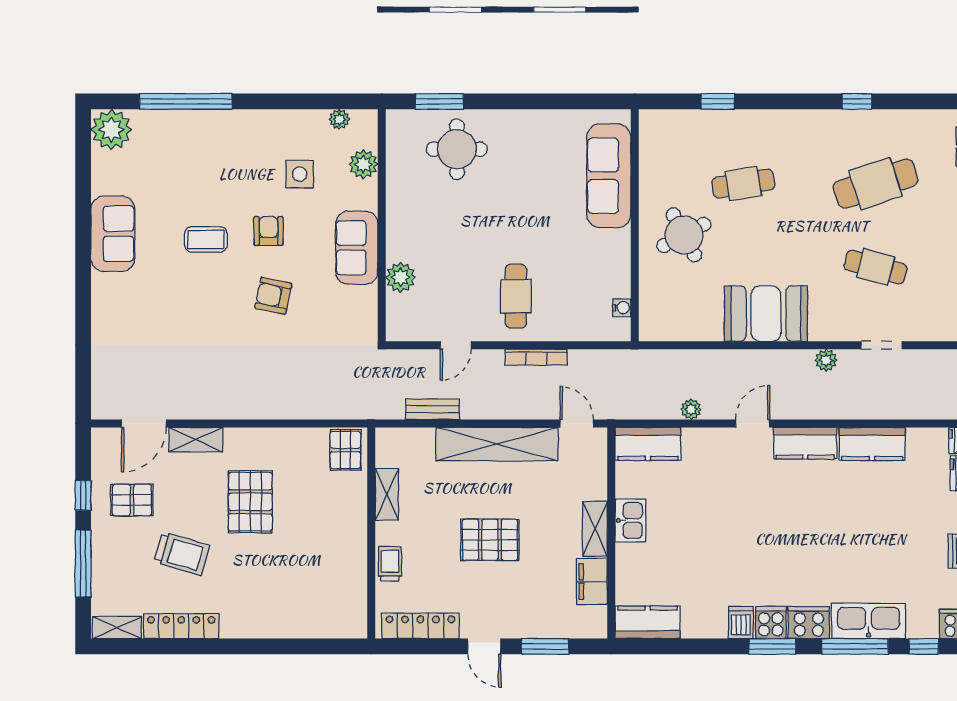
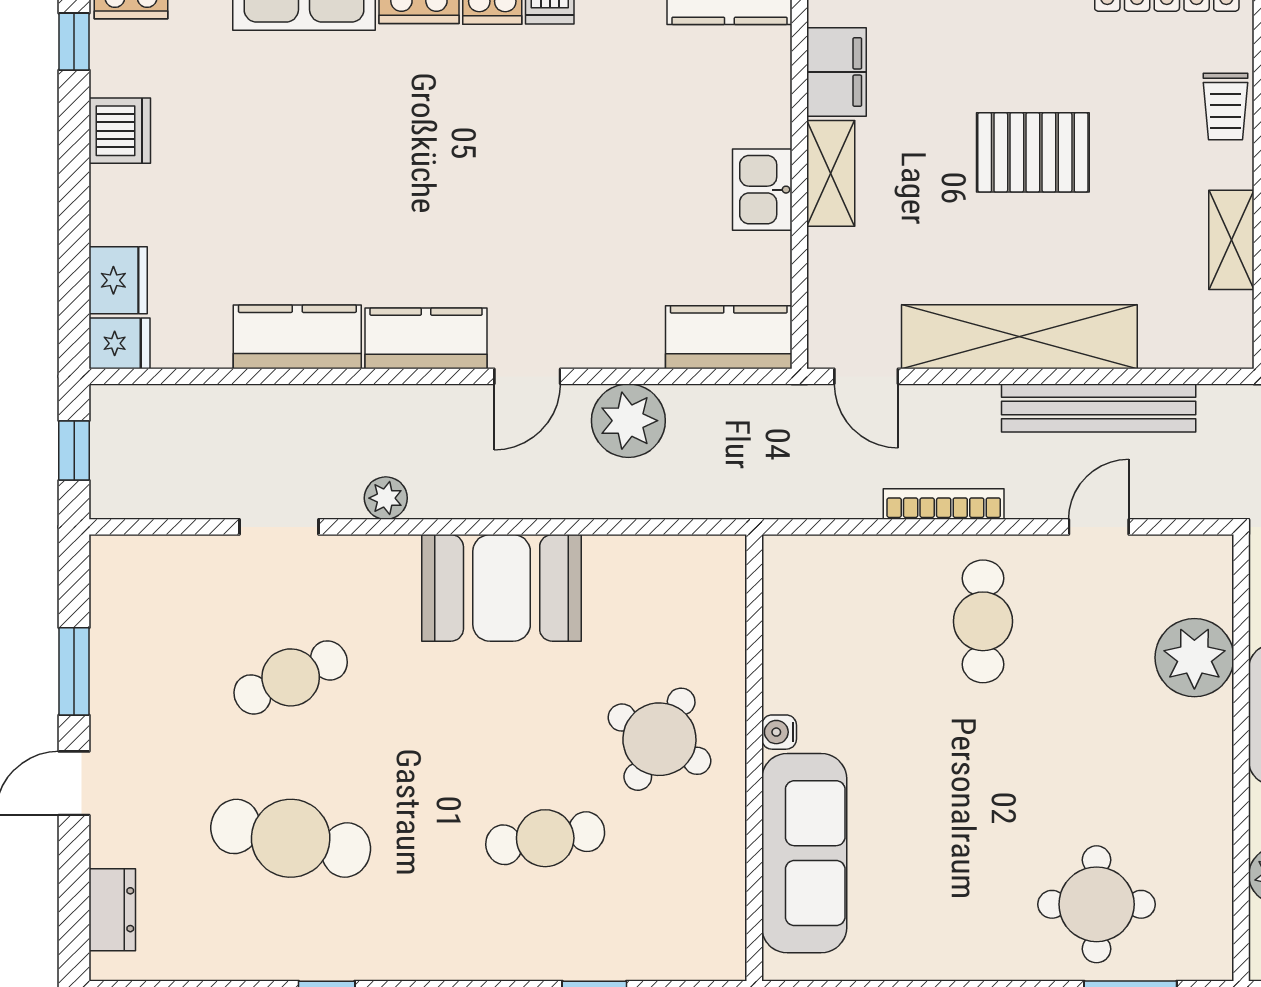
cafe table: (876, 184) -> (291, 838), turned 30
round table: (684, 235) -> (659, 739), turned -32
cafe table: (876, 267) -> (291, 677), turned -39
plant: (401, 277) -> (1194, 658), width x1.36, depth x1.36
water cooler: (622, 308) -> (779, 732), moved
bench: (432, 409) -> (1099, 408), width x1.86, depth x1.21
plant: (691, 409) -> (628, 421), width x1.88, depth x1.88

